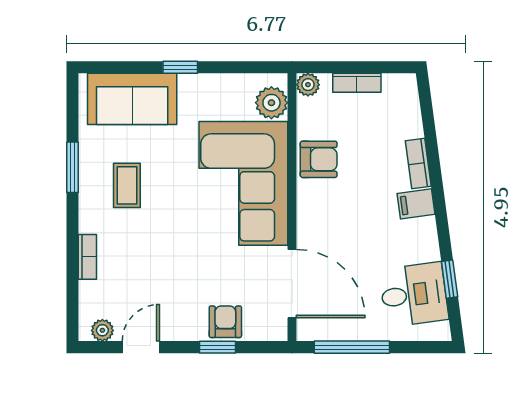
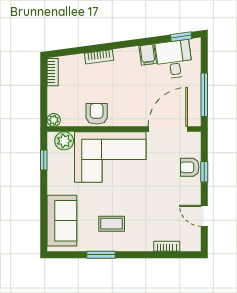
window: (180, 67) -> (44, 160), moved
bookcase: (357, 83) -> (53, 72), moved
filing cabinet: (416, 204) -> (148, 55), moved
bookcase: (87, 257) -> (167, 246), moved
window: (450, 279) -> (181, 37), moved
plant: (102, 330) -> (195, 238), removed

